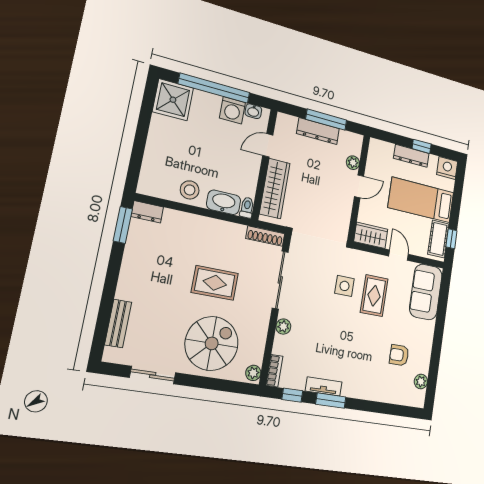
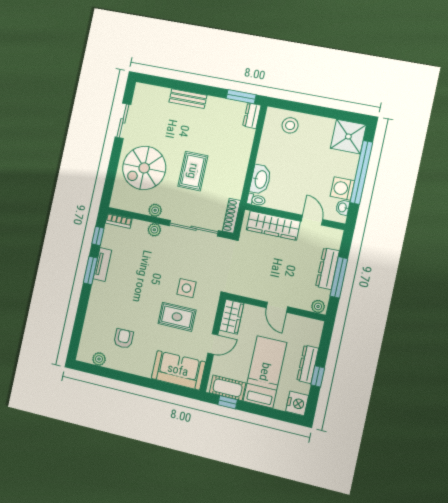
plant: (353, 163) -> (318, 306), moved
stool: (190, 190) -> (290, 125), moved
bench: (118, 323) -> (188, 99), moved
spiral stairs: (212, 343) -> (144, 168), turned 90
plant: (253, 373) -> (155, 210), moved

